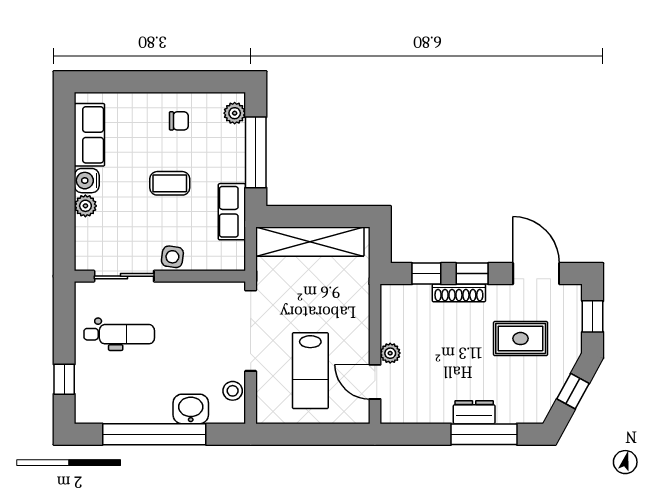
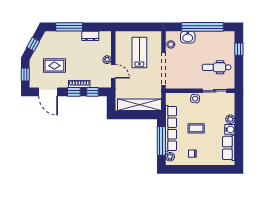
row of seats: (232, 212) -> (171, 128), width x2.02
door: (375, 382) -> (113, 71), moved
dresser: (474, 412) -> (90, 36), moved

